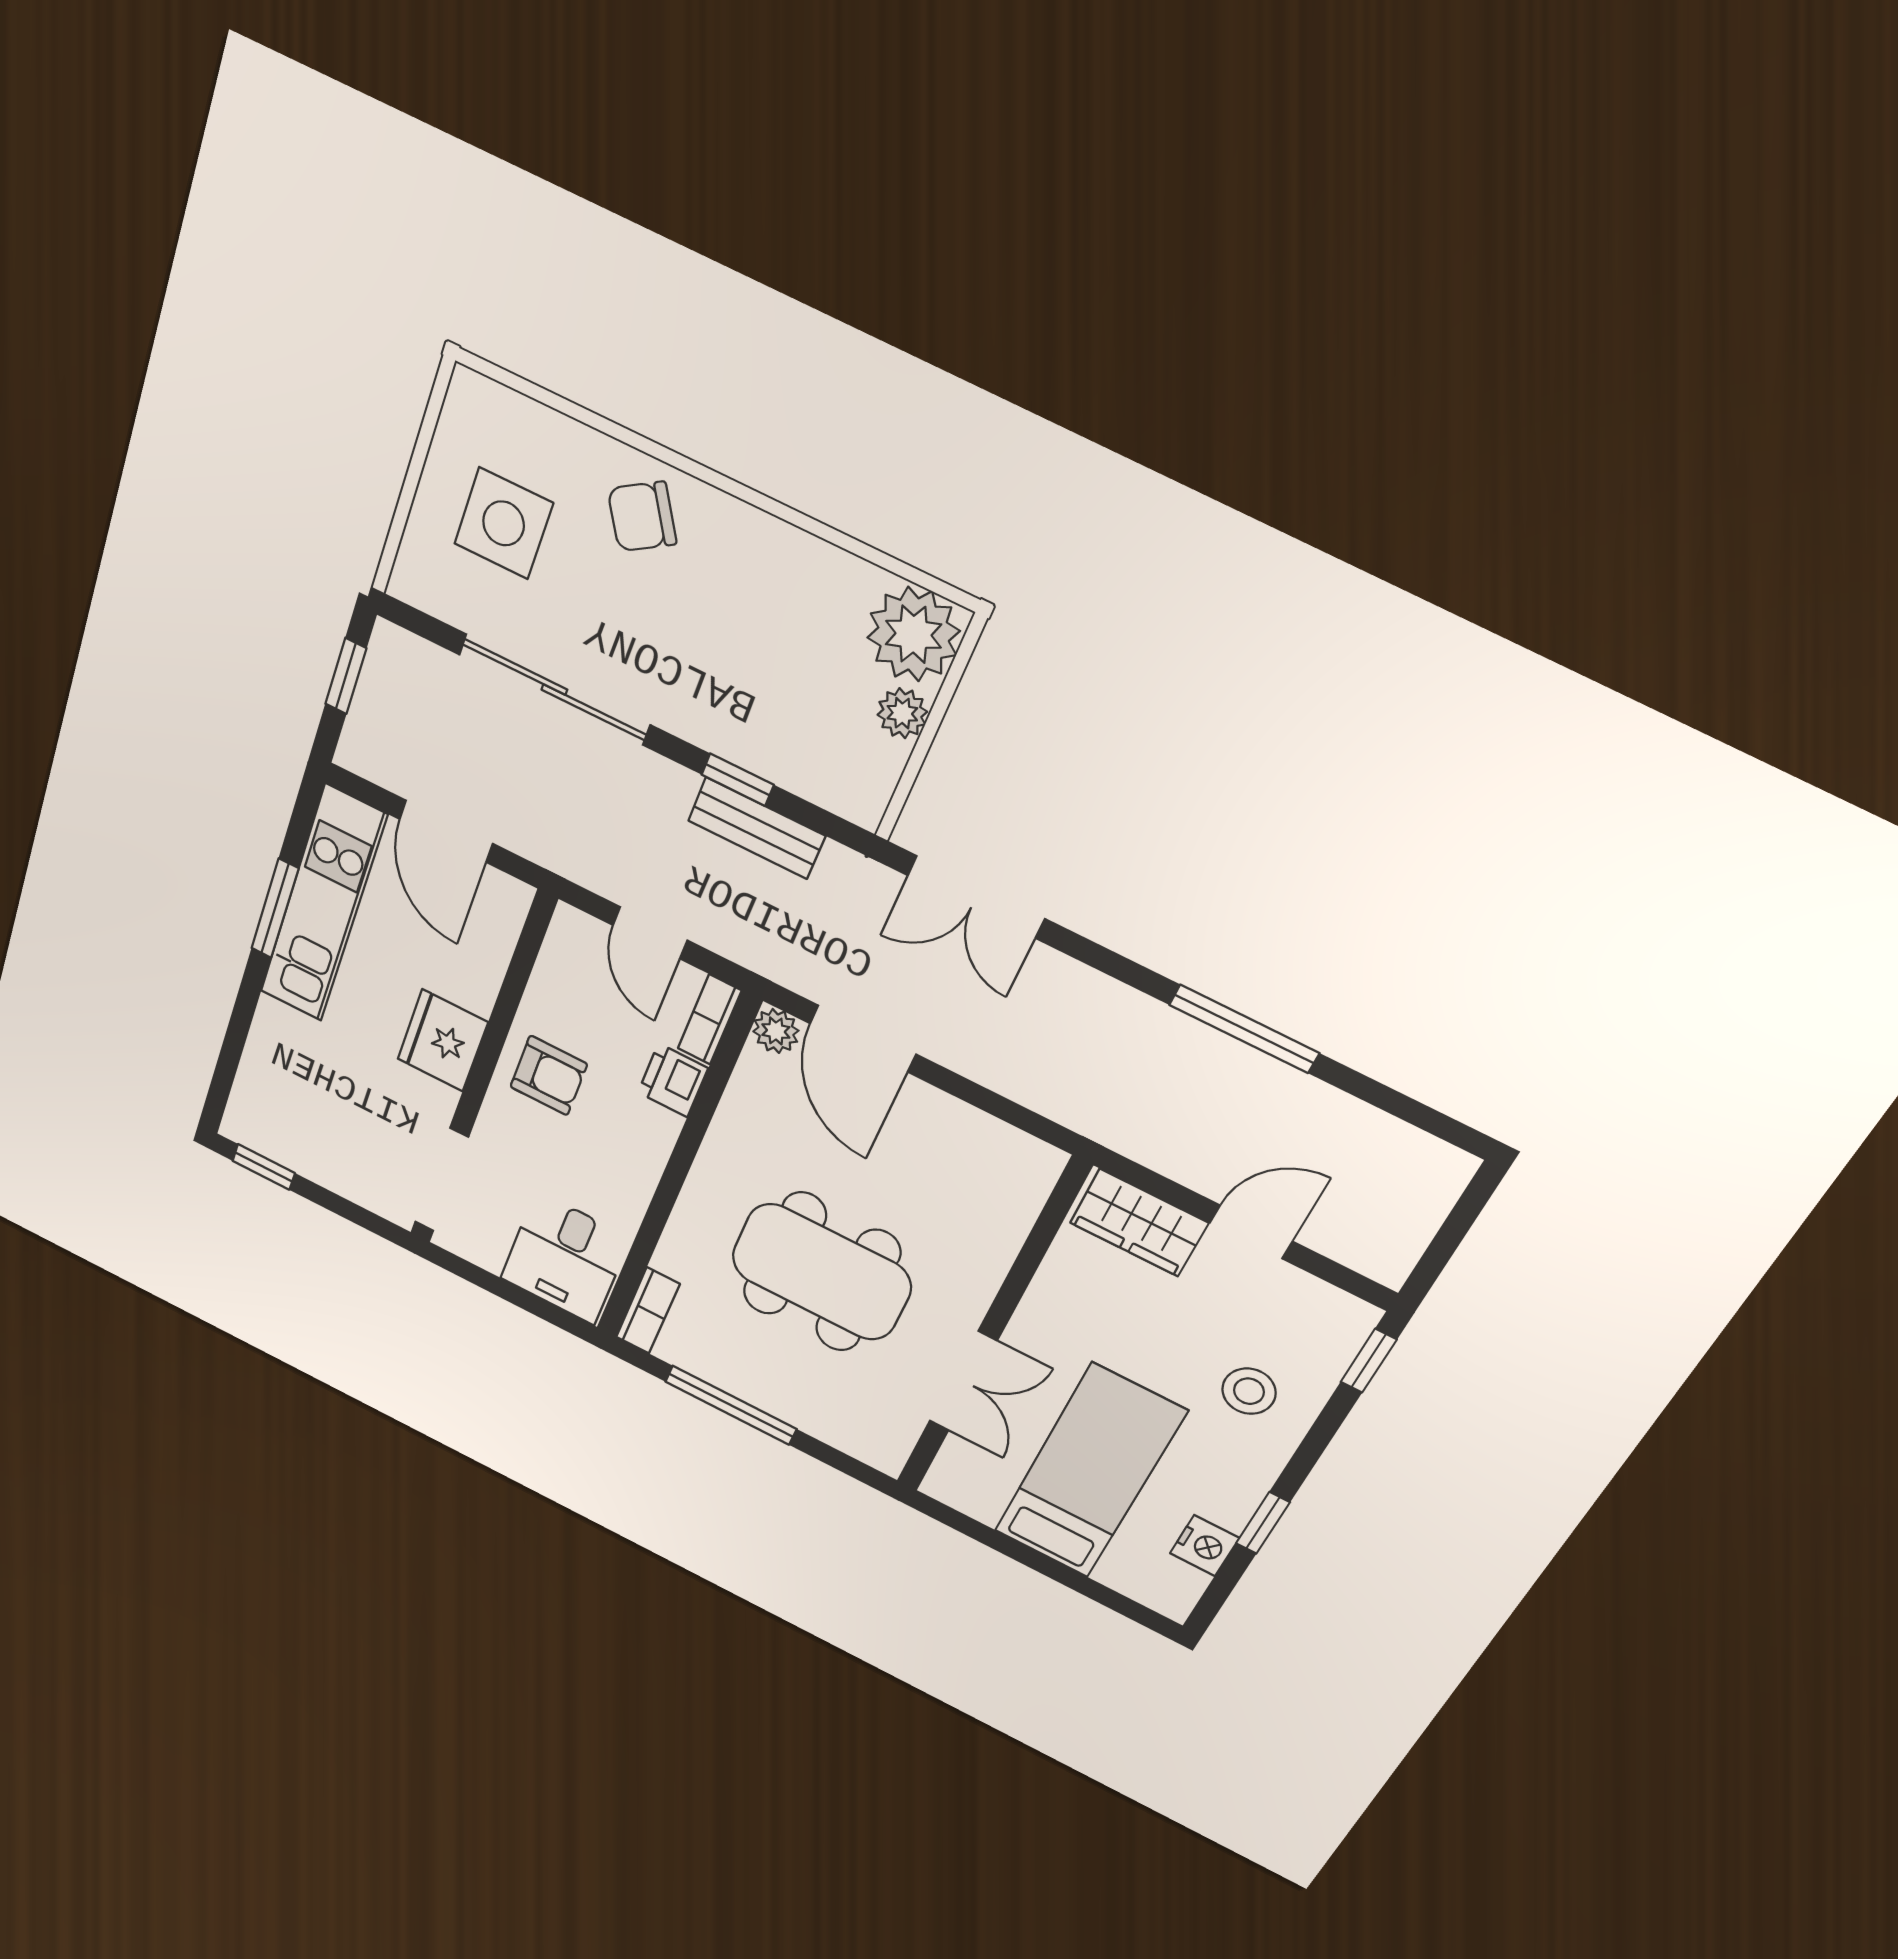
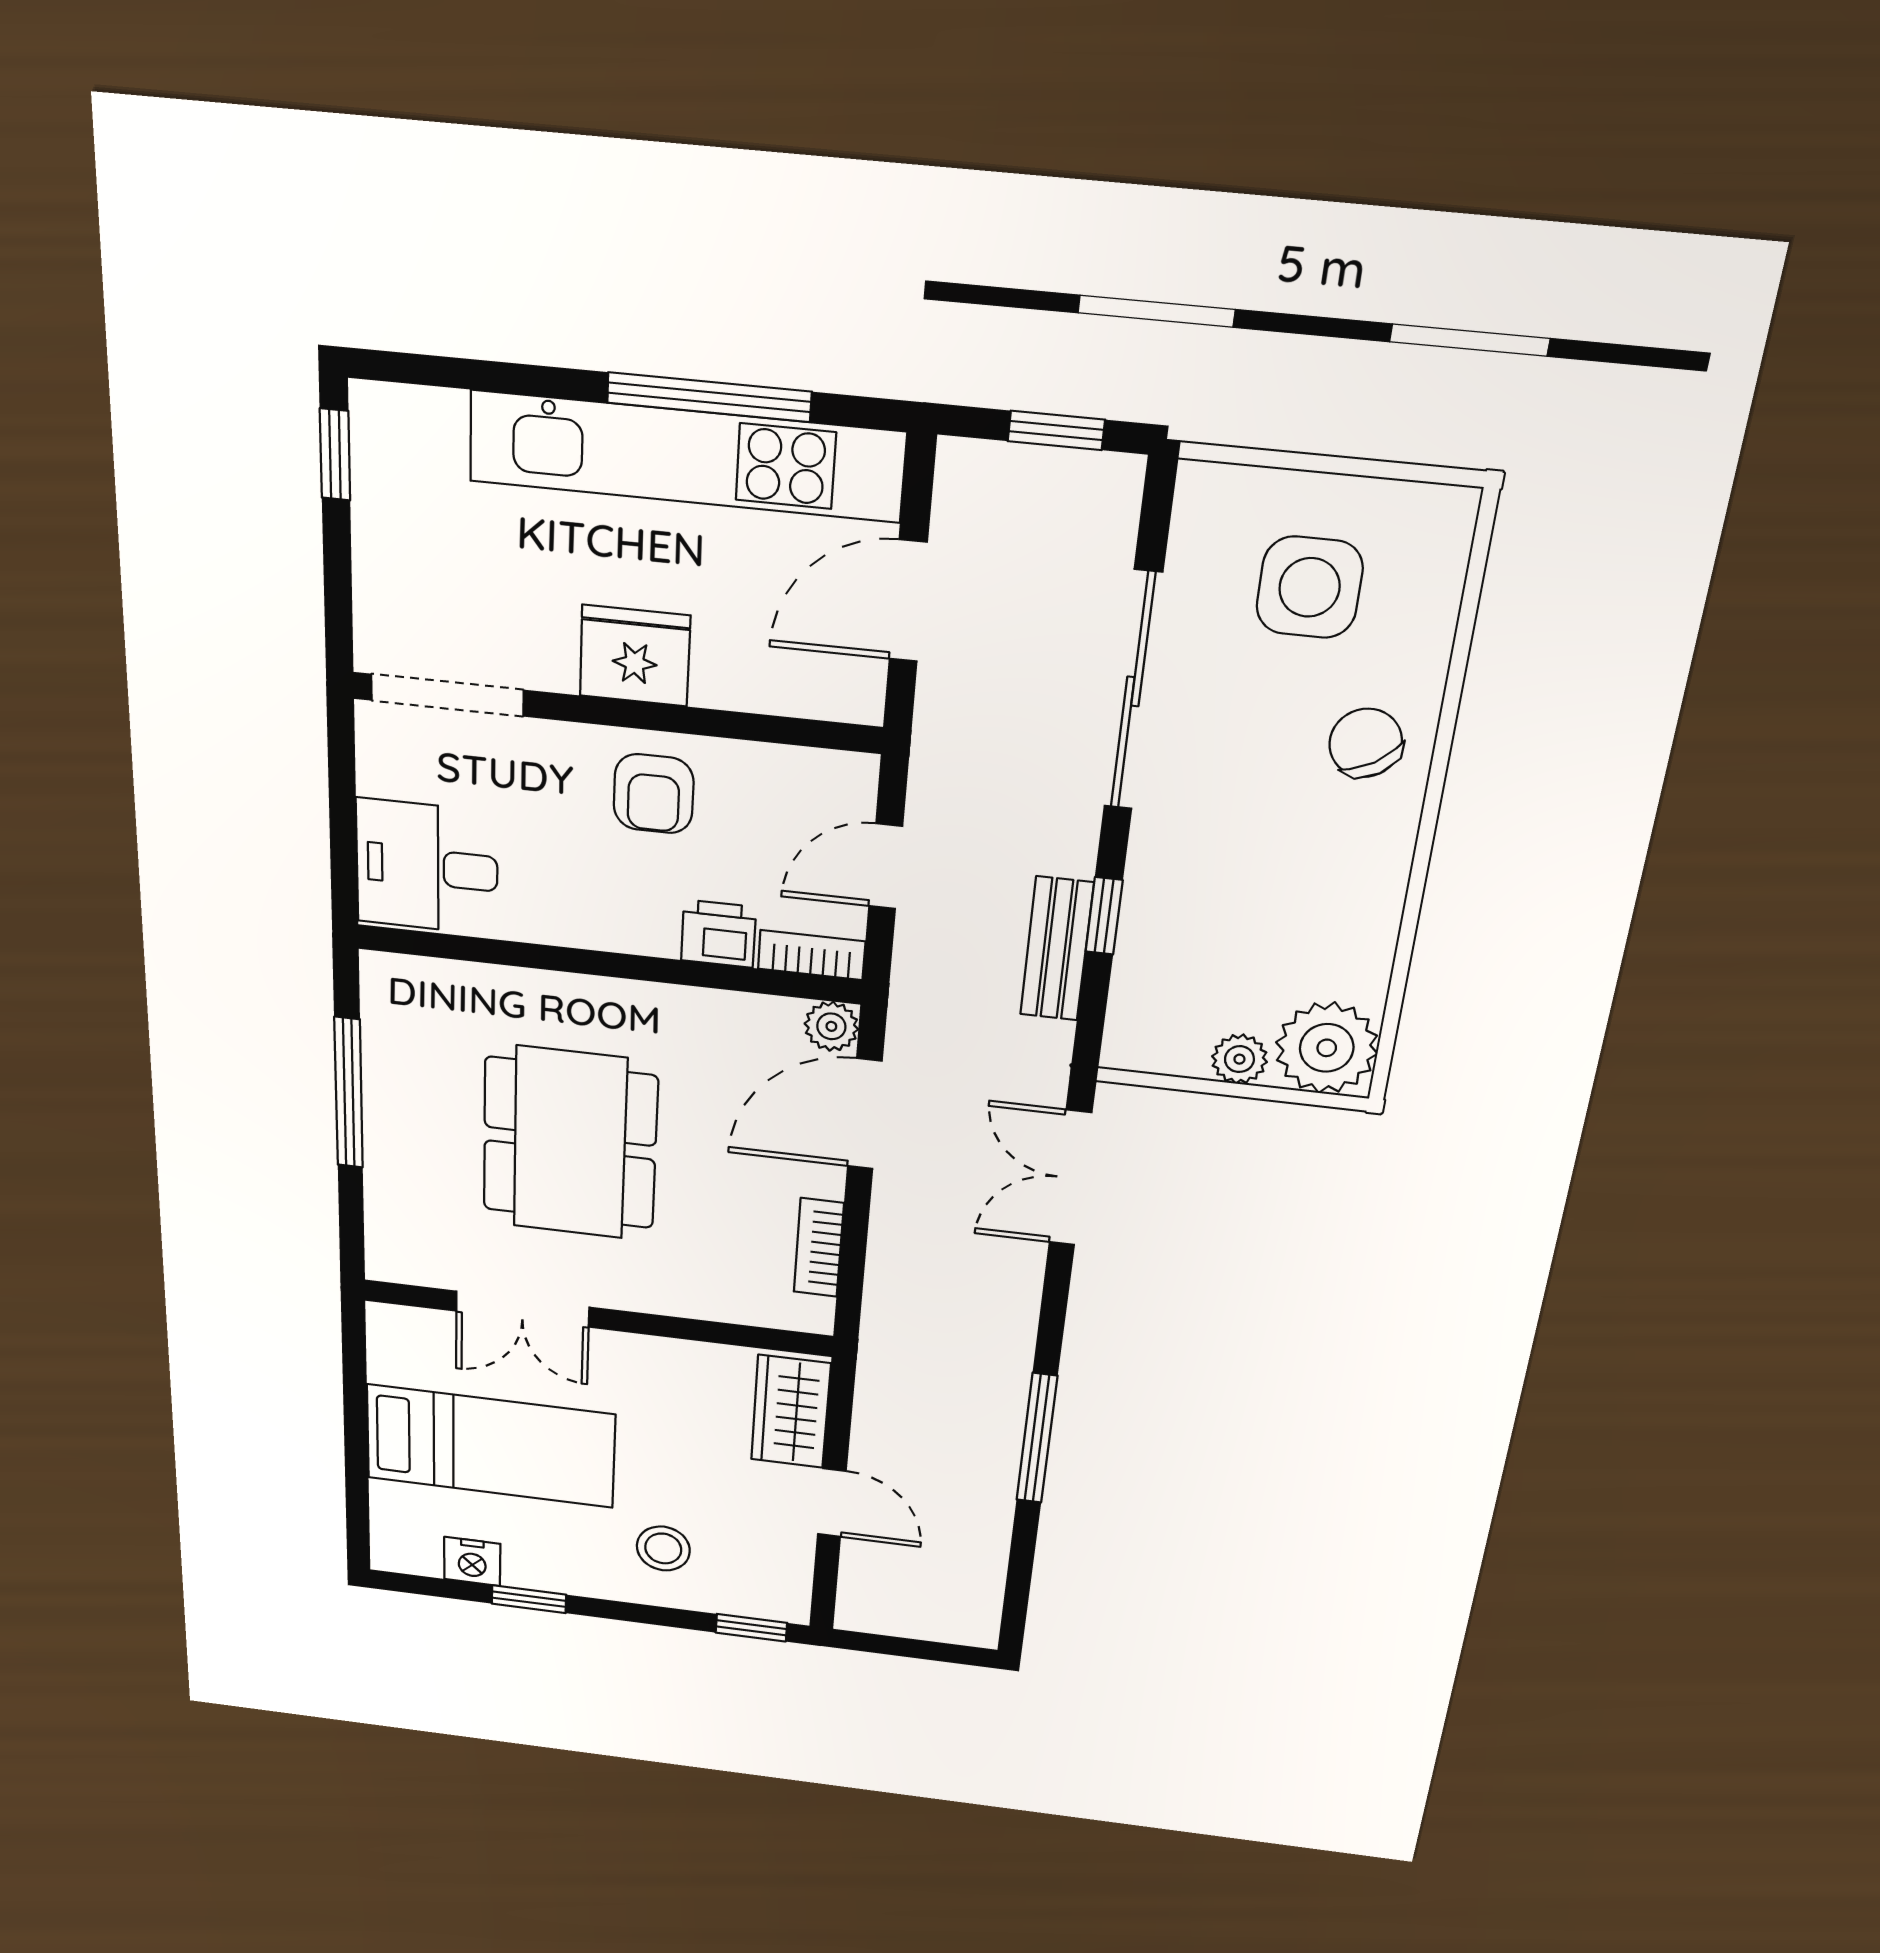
kitchen unit: (323, 905) -> (686, 456), width x1.36
window: (275, 908) -> (709, 397), width x1.44
bookcase: (648, 1311) -> (819, 1248), moved, turned 90

